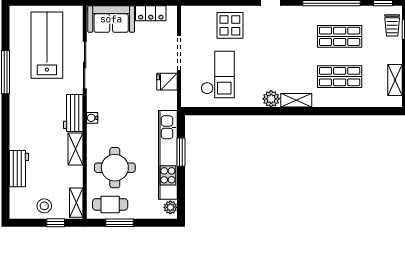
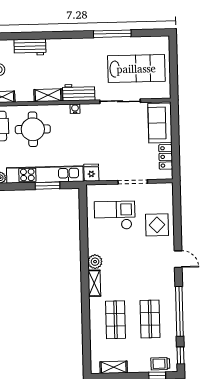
checkout: (218, 75) -> (115, 215), turned 180
fridge: (167, 82) -> (91, 173), moved

